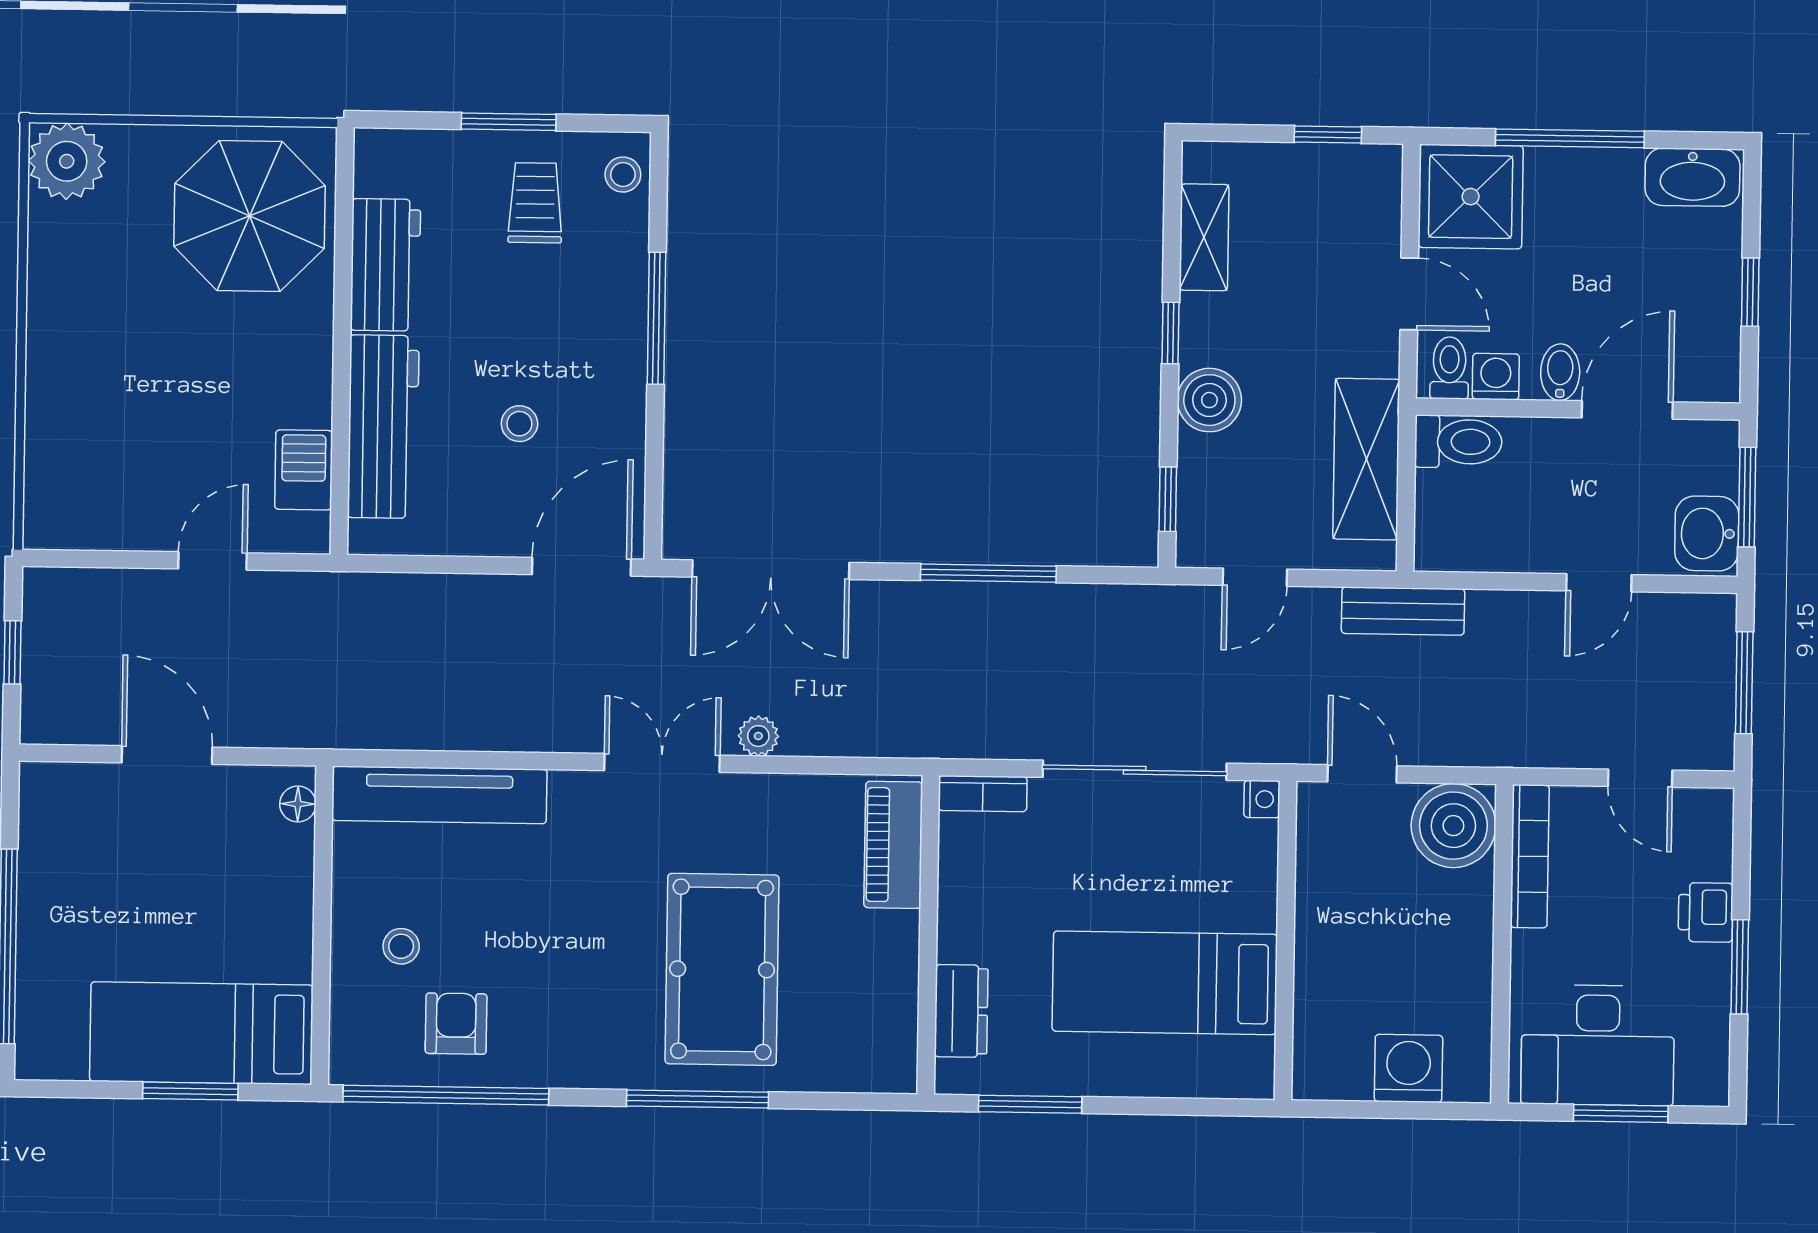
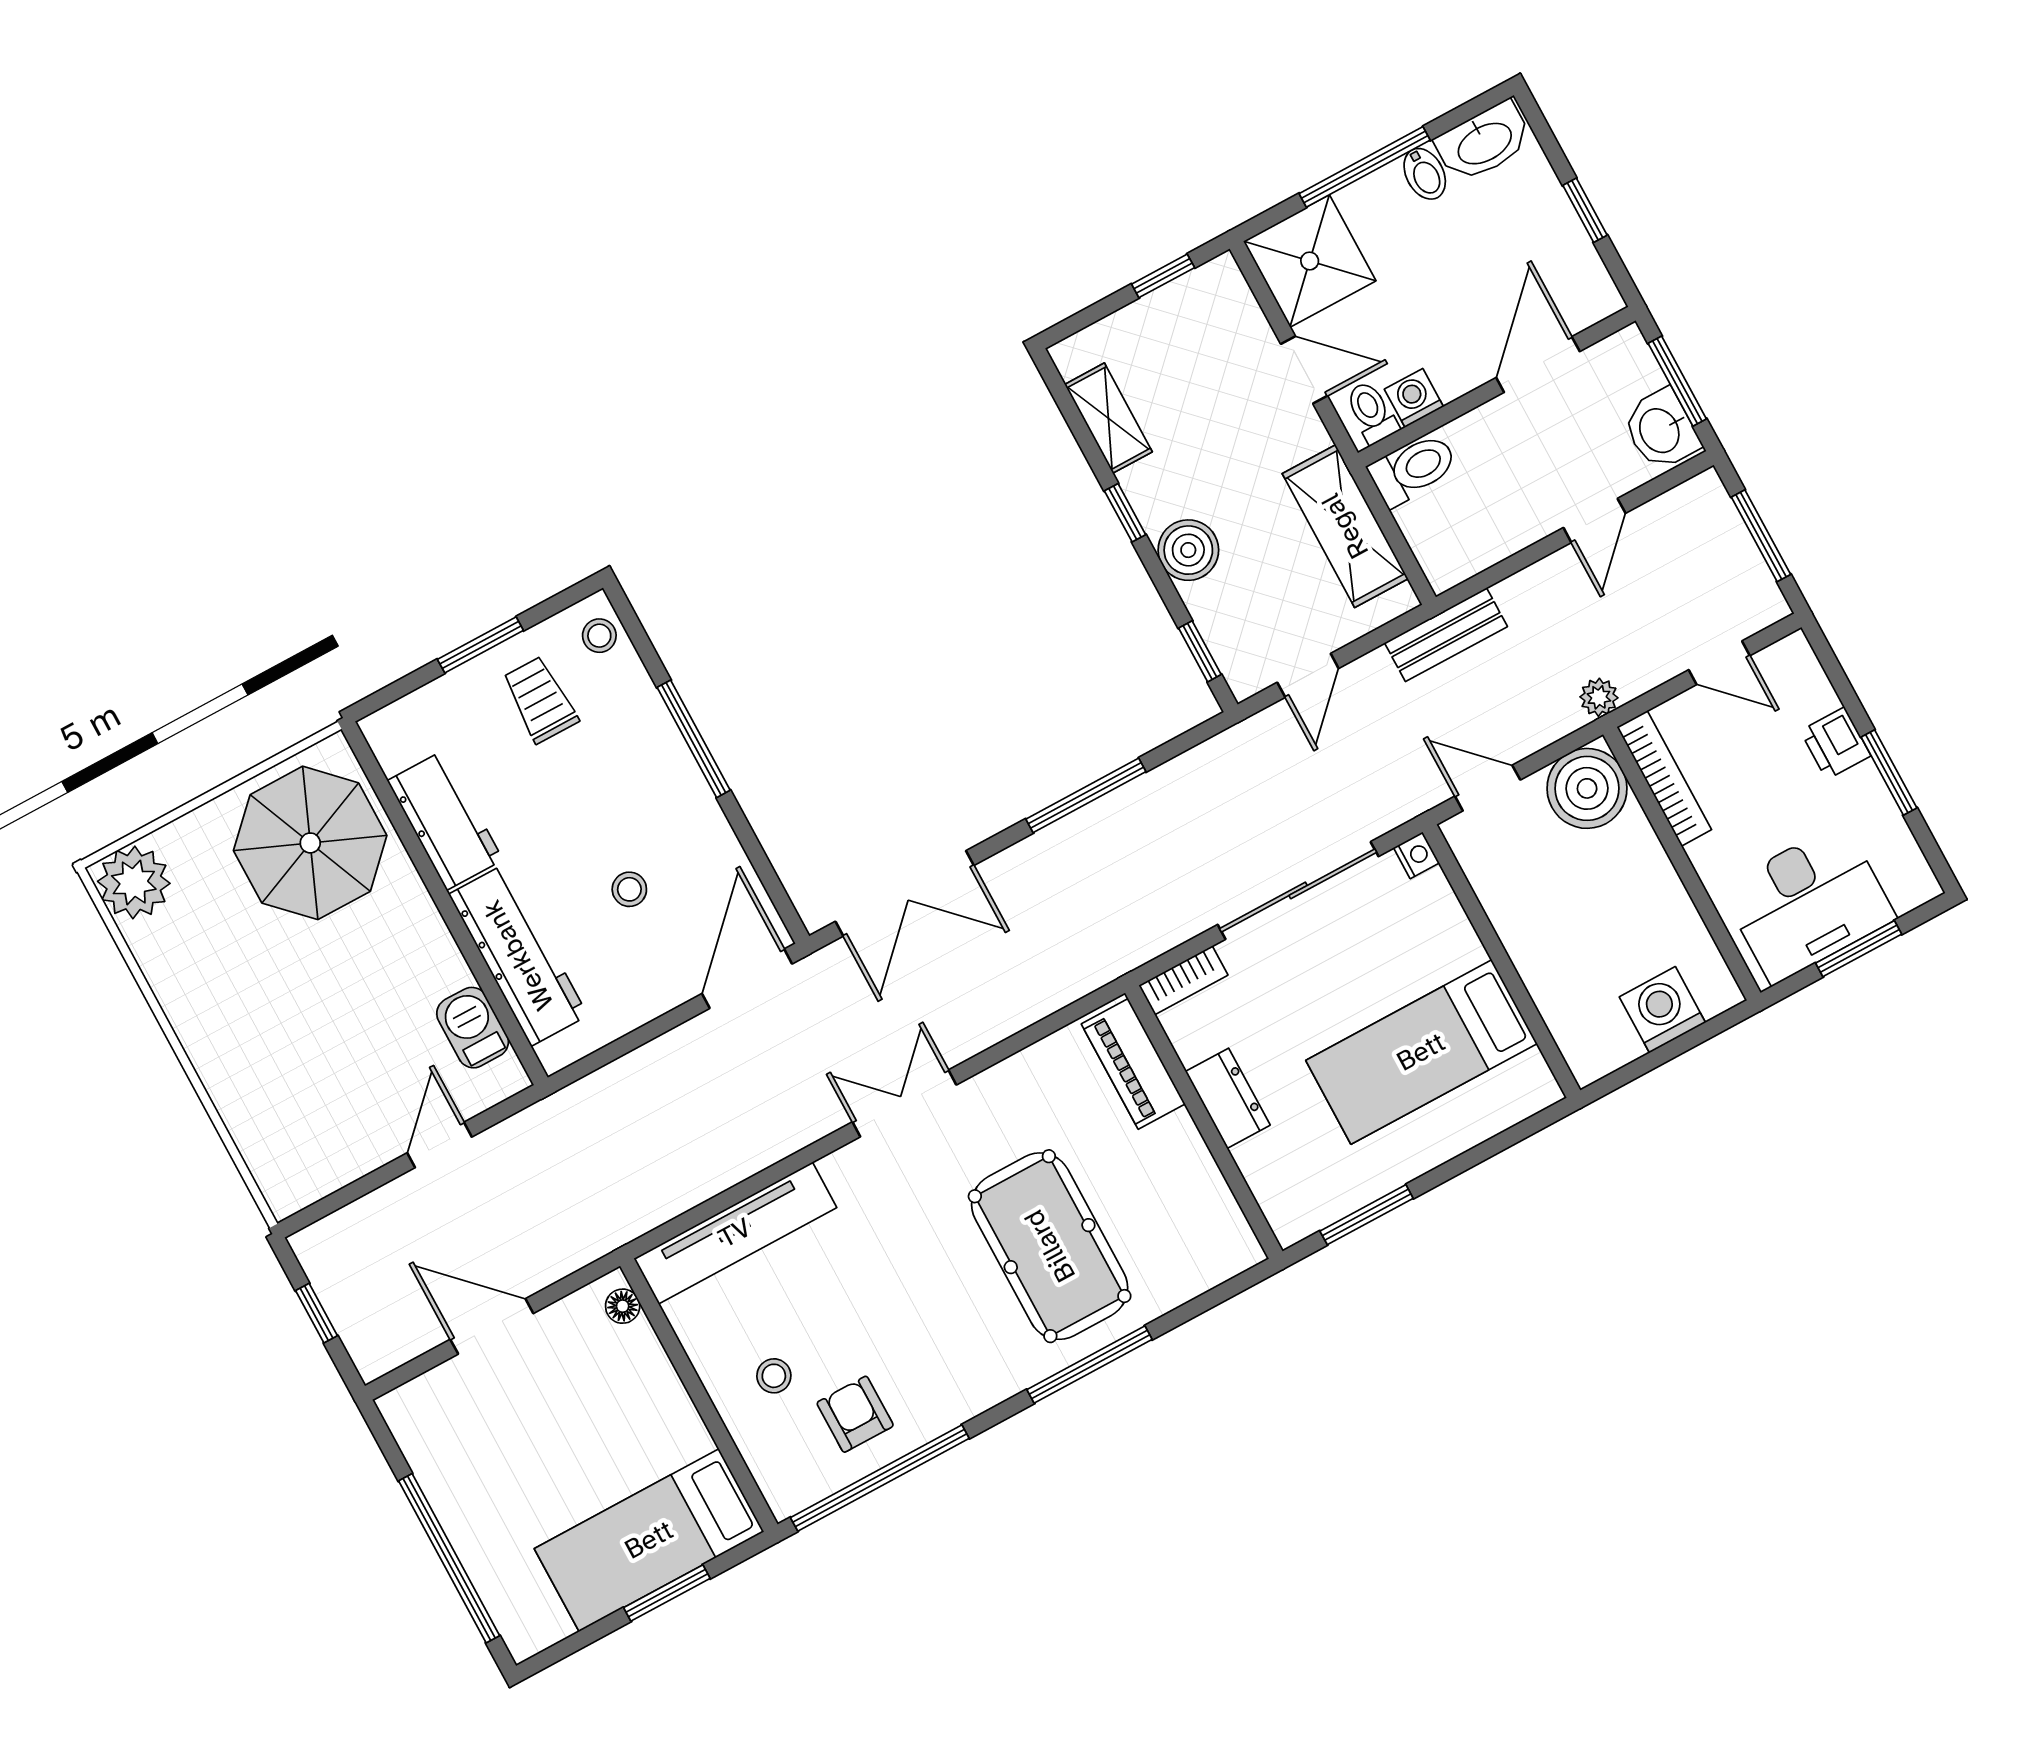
bidet: (1560, 372) -> (1425, 174), moved, turned 180
plant: (758, 736) -> (1599, 697), moved
dresser: (961, 1011) -> (1228, 1098), moved

